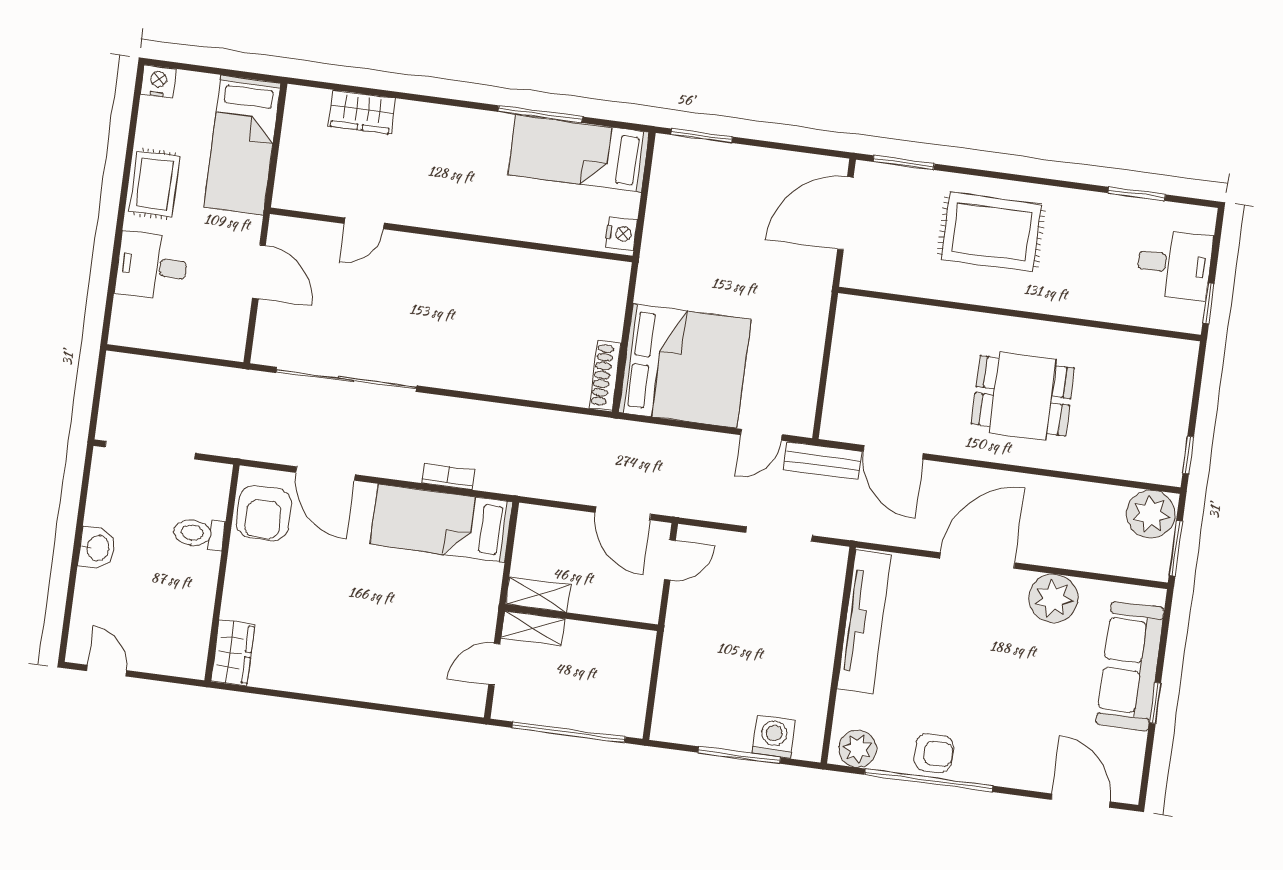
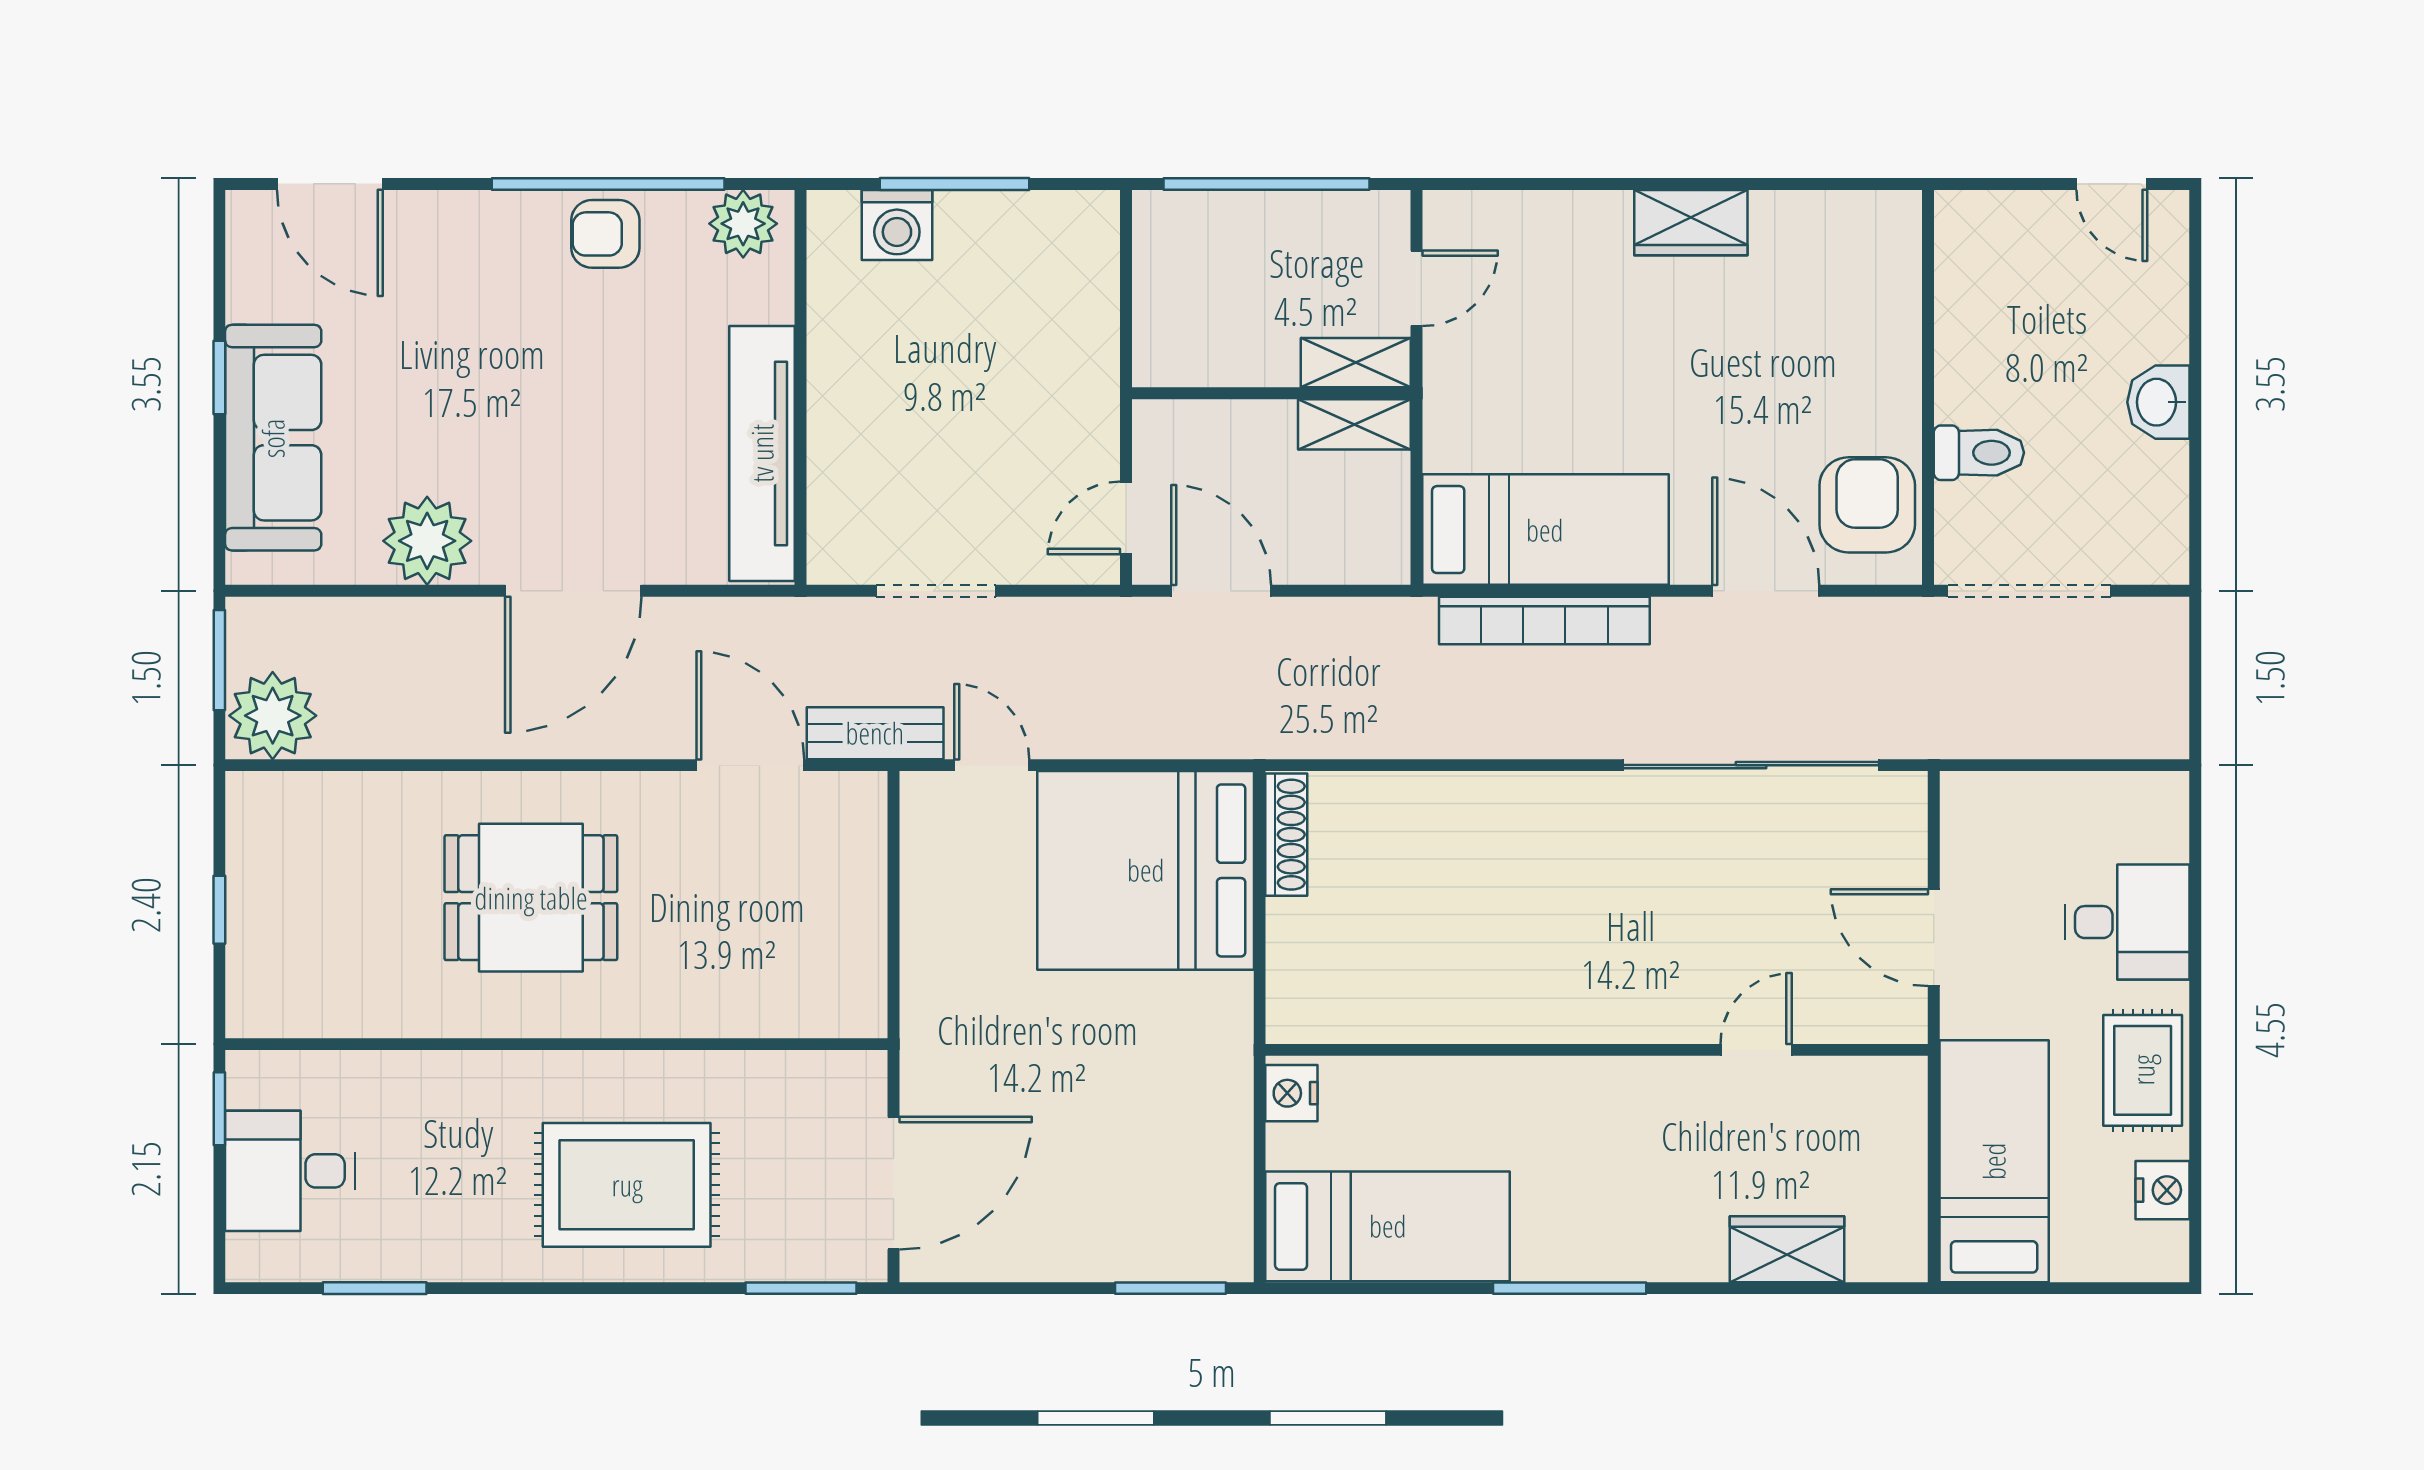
nightstand: (158, 81) -> (2163, 1190), moved, turned -90
window: (540, 114) -> (1570, 1288), moved
door: (761, 435) -> (992, 765), hinge flipped
doorway: (150, 450) -> (2029, 591), moved
window: (1188, 455) -> (219, 910), moved
bookcase: (448, 477) -> (1544, 620), width x2.31, depth x1.31
wardrobe: (233, 653) -> (1691, 223), moved, turned -90

